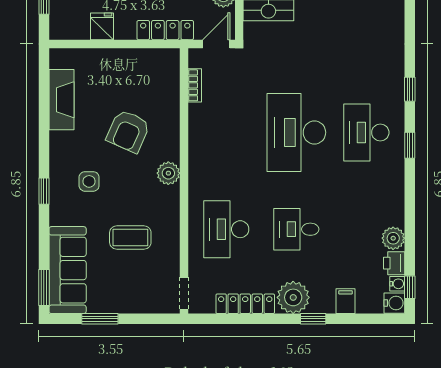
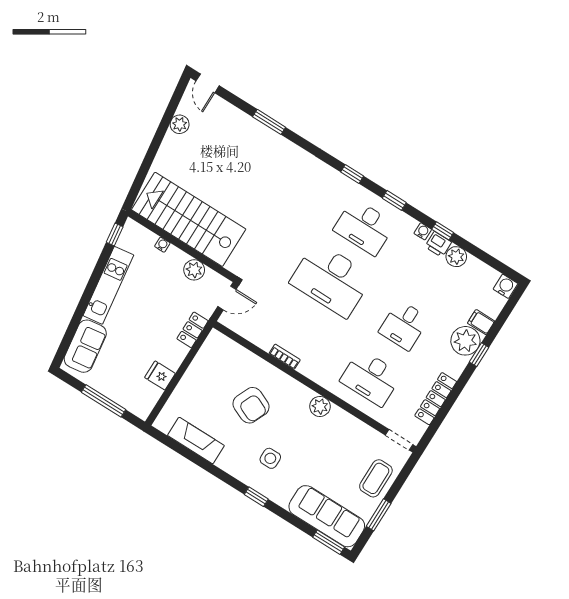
locker: (165, 30) -> (193, 330), width x0.66
door: (216, 44) -> (227, 298), swing flipped
bookcase: (195, 85) -> (285, 357), moved
plant: (168, 173) -> (320, 406), moved
coffee table: (130, 238) -> (376, 478), moved
printer: (394, 263) -> (438, 244), moved
water cooler: (397, 284) -> (423, 231), moved
window: (410, 287) -> (443, 231), moved
plant: (293, 297) -> (465, 341), moved

